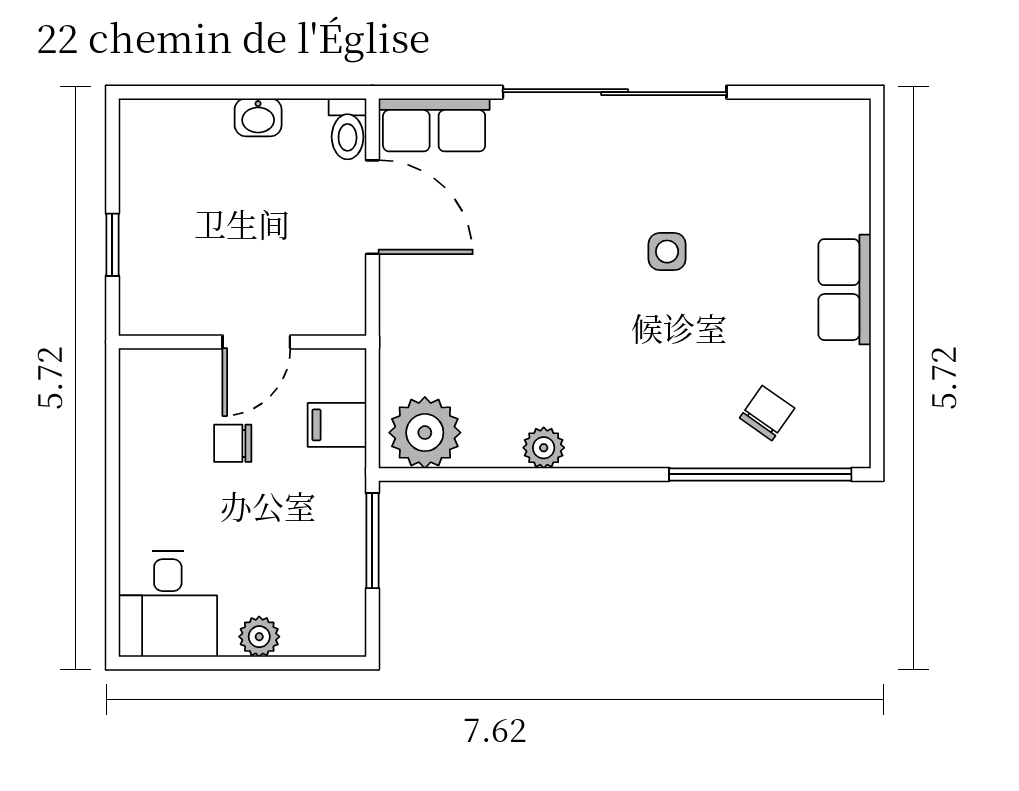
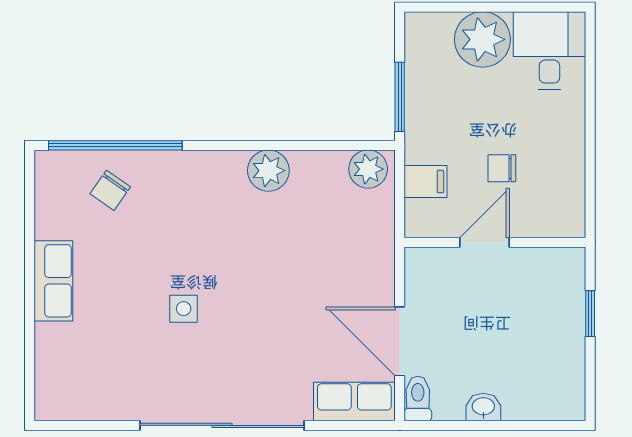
plant: (425, 433) -> (368, 169), width x0.73, depth x0.73
chair: (233, 443) -> (502, 168), turned 180
plant: (544, 448) -> (268, 171), width x1.38, depth x1.38
plant: (259, 637) -> (482, 39), width x1.87, depth x1.87

